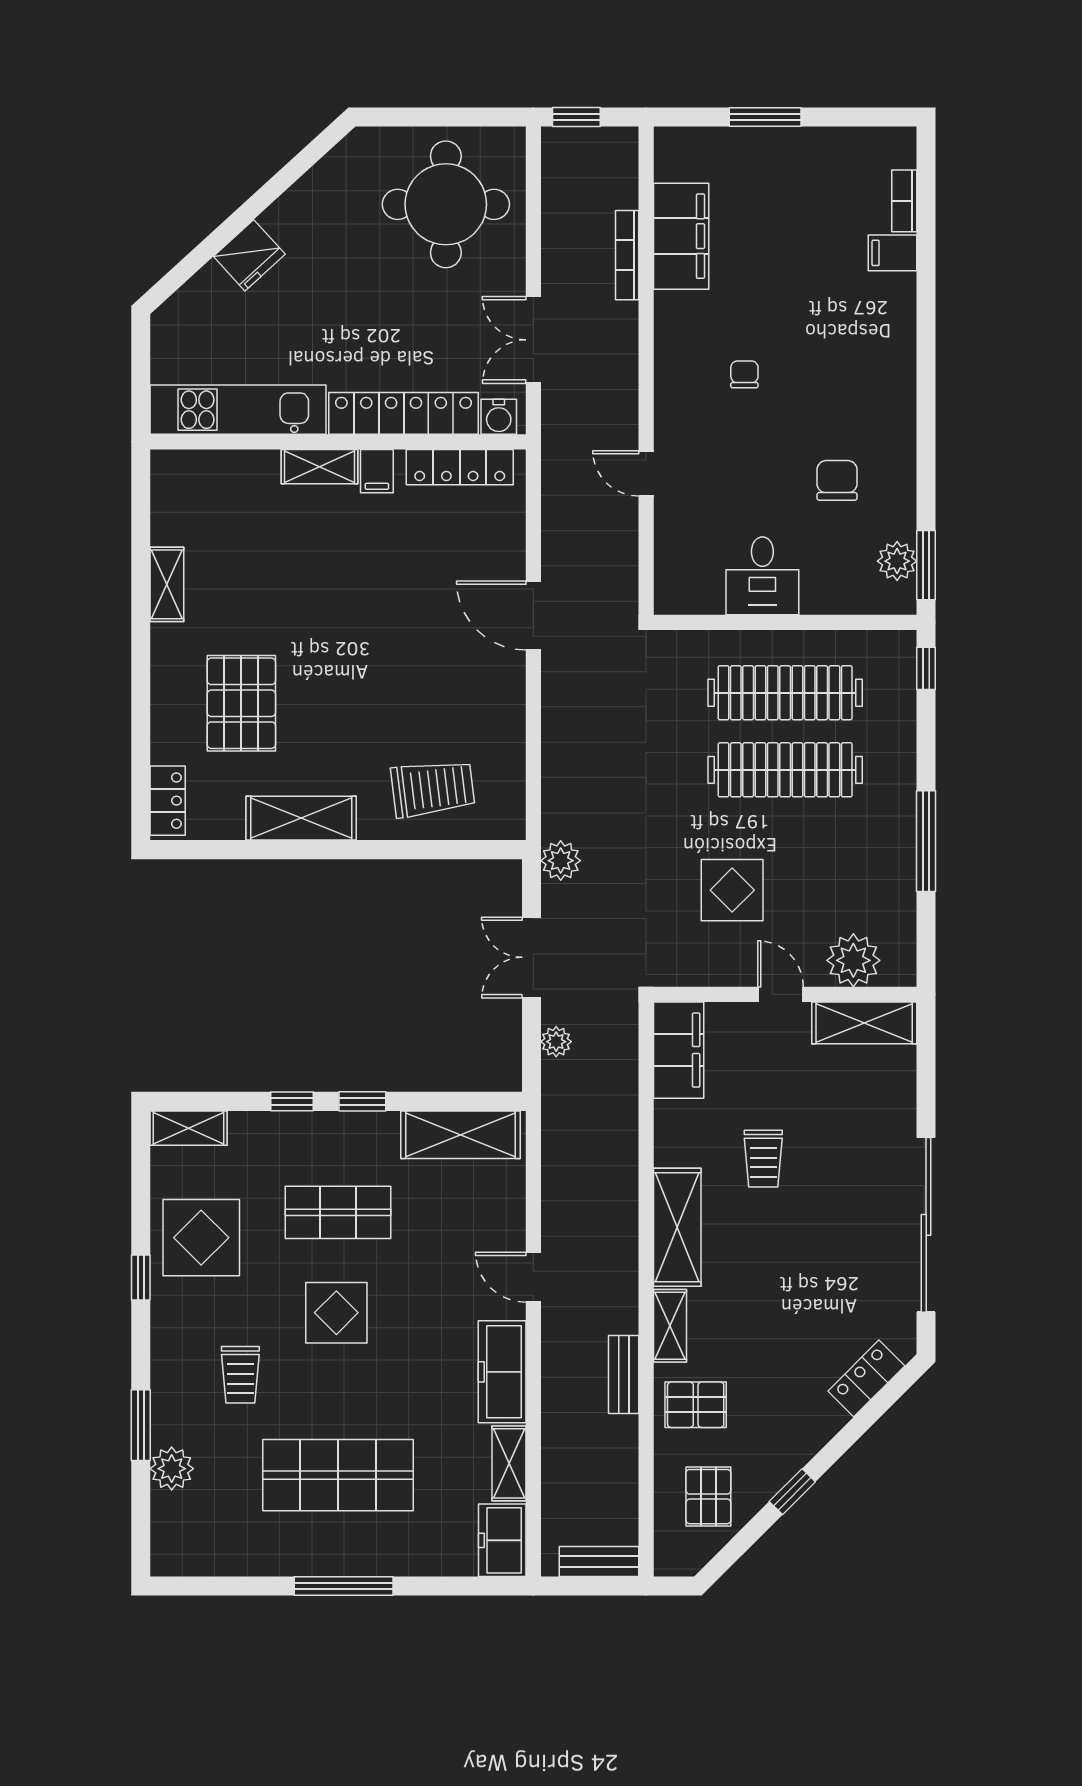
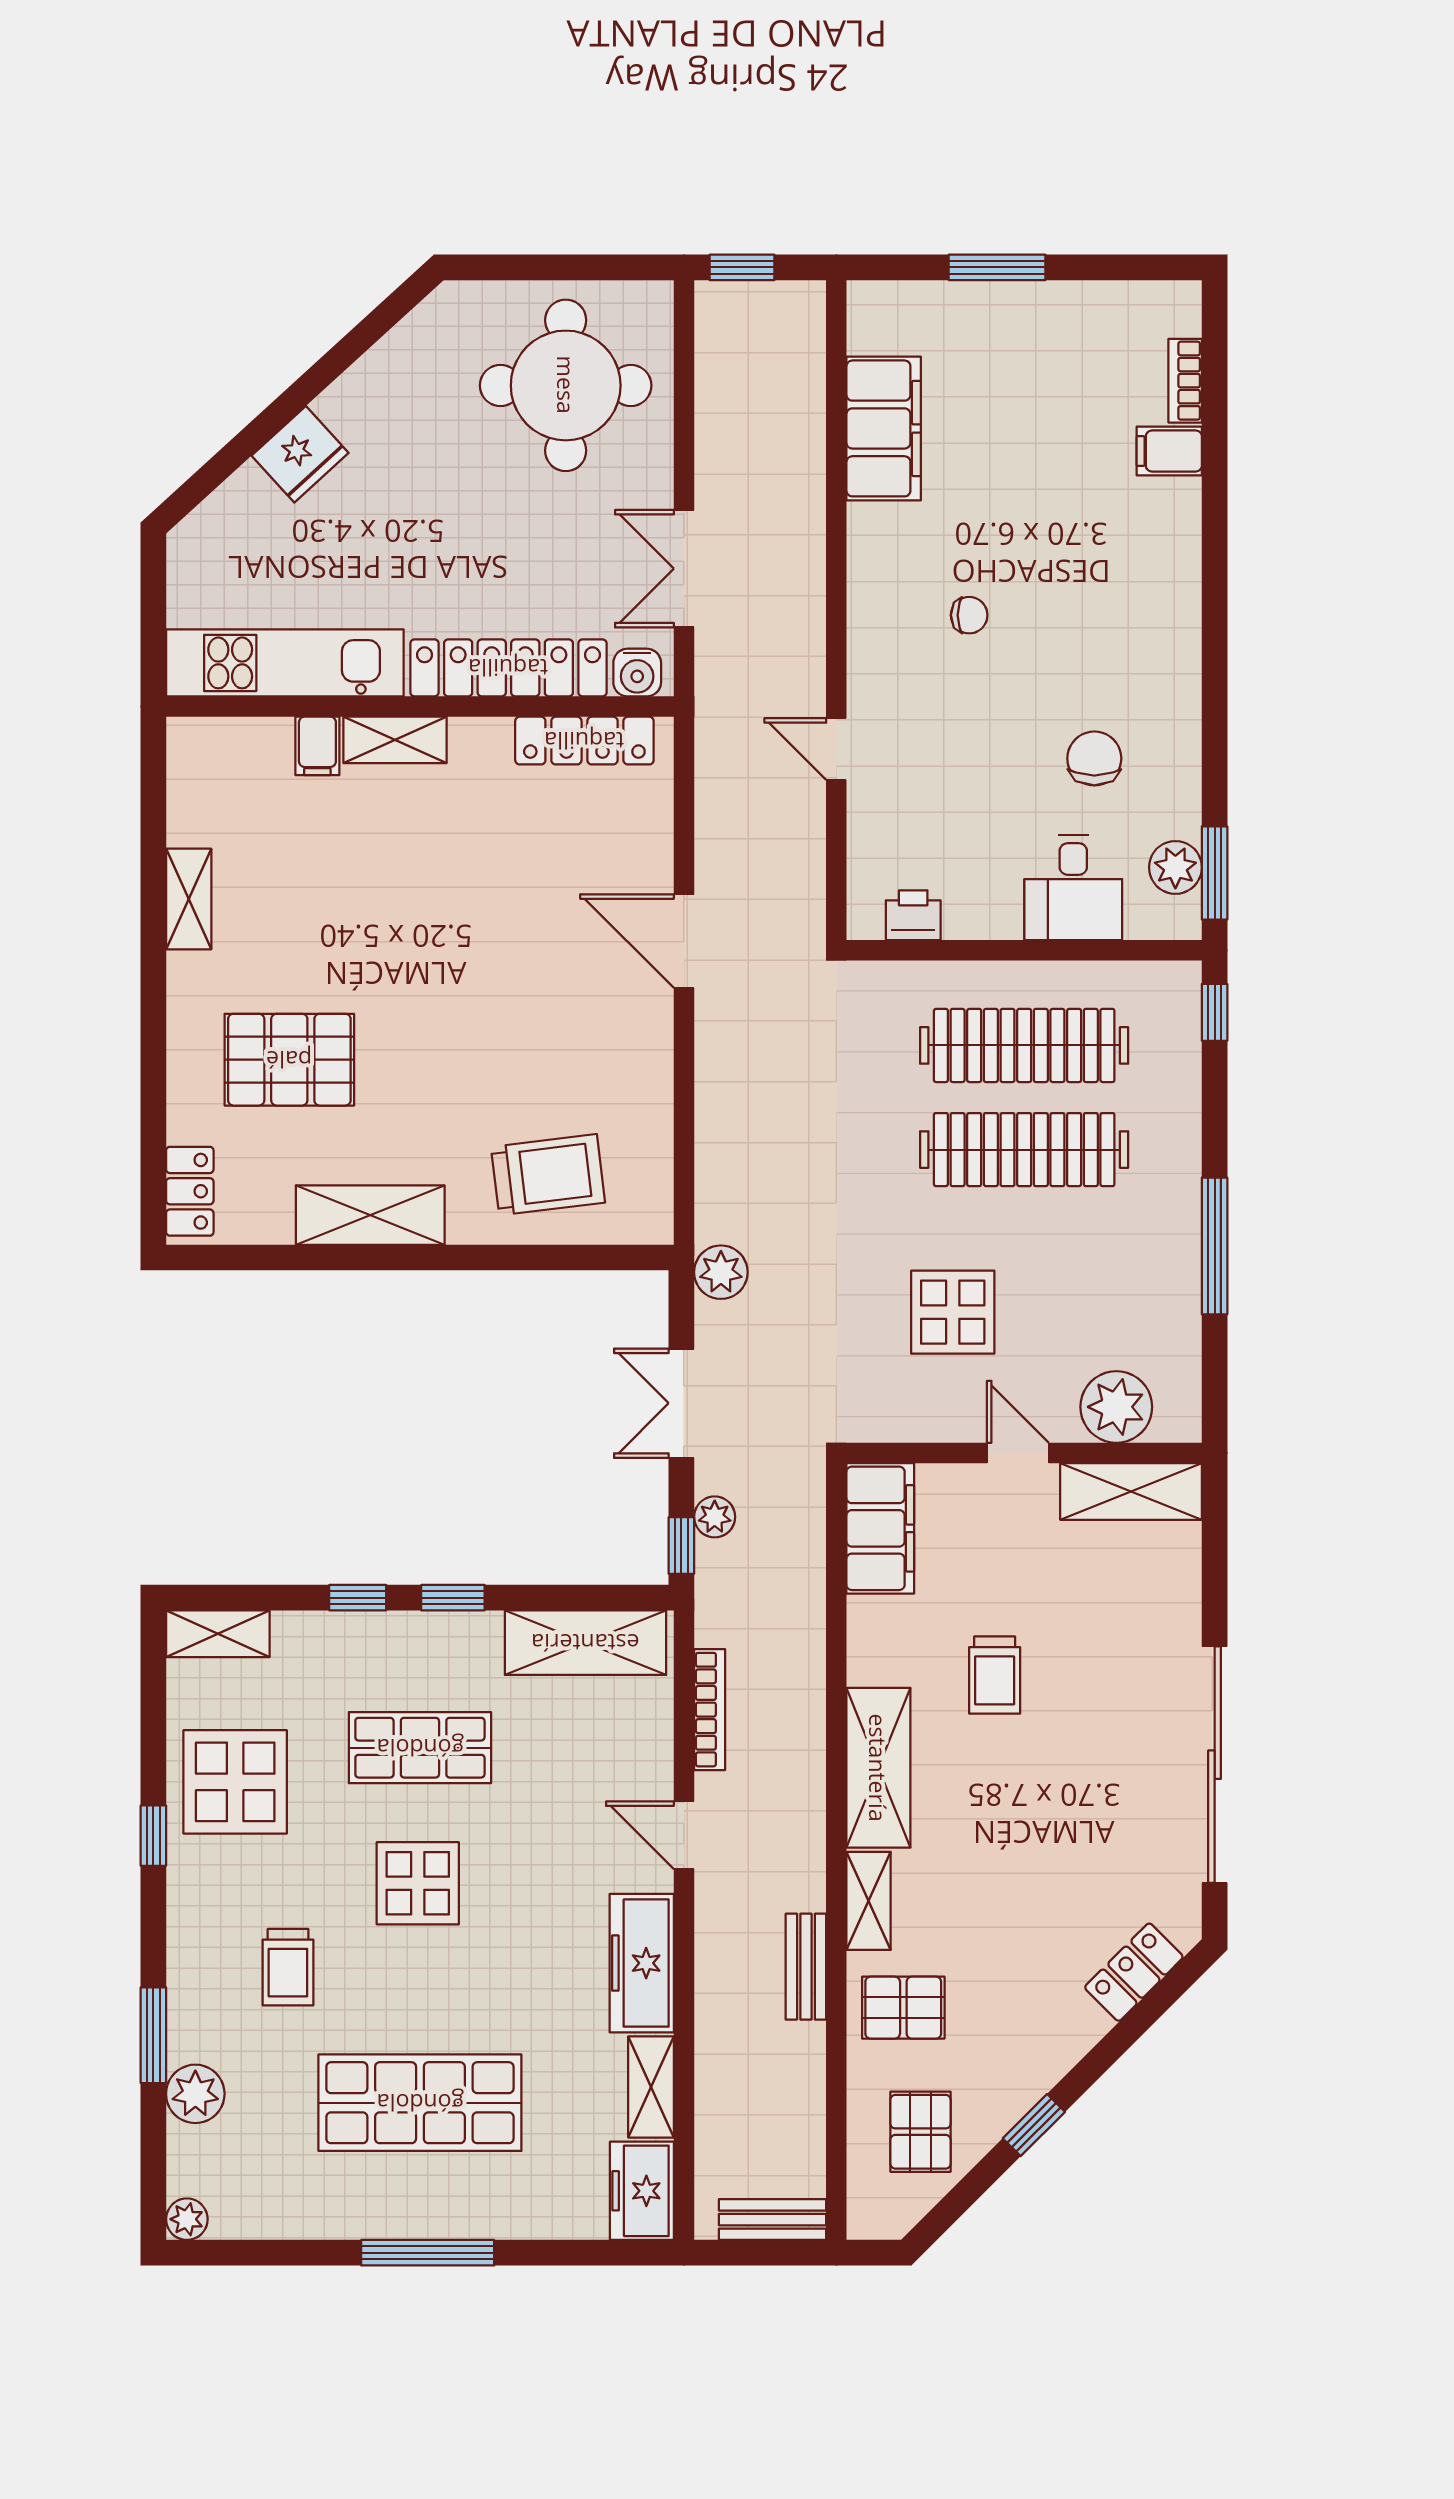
bookcase: (627, 255) -> (710, 1710), moved, turned 180
chair: (744, 374) -> (969, 615), turned 90
filing cabinet: (377, 471) -> (317, 746), moved
desk: (762, 576) -> (1073, 887), moved
printer: (703, 596) -> (913, 915), added
pallet: (241, 703) -> (289, 1060), turned 90
window: (531, 1063) -> (681, 1546), added
plant: (165, 1561) -> (187, 2219), added

